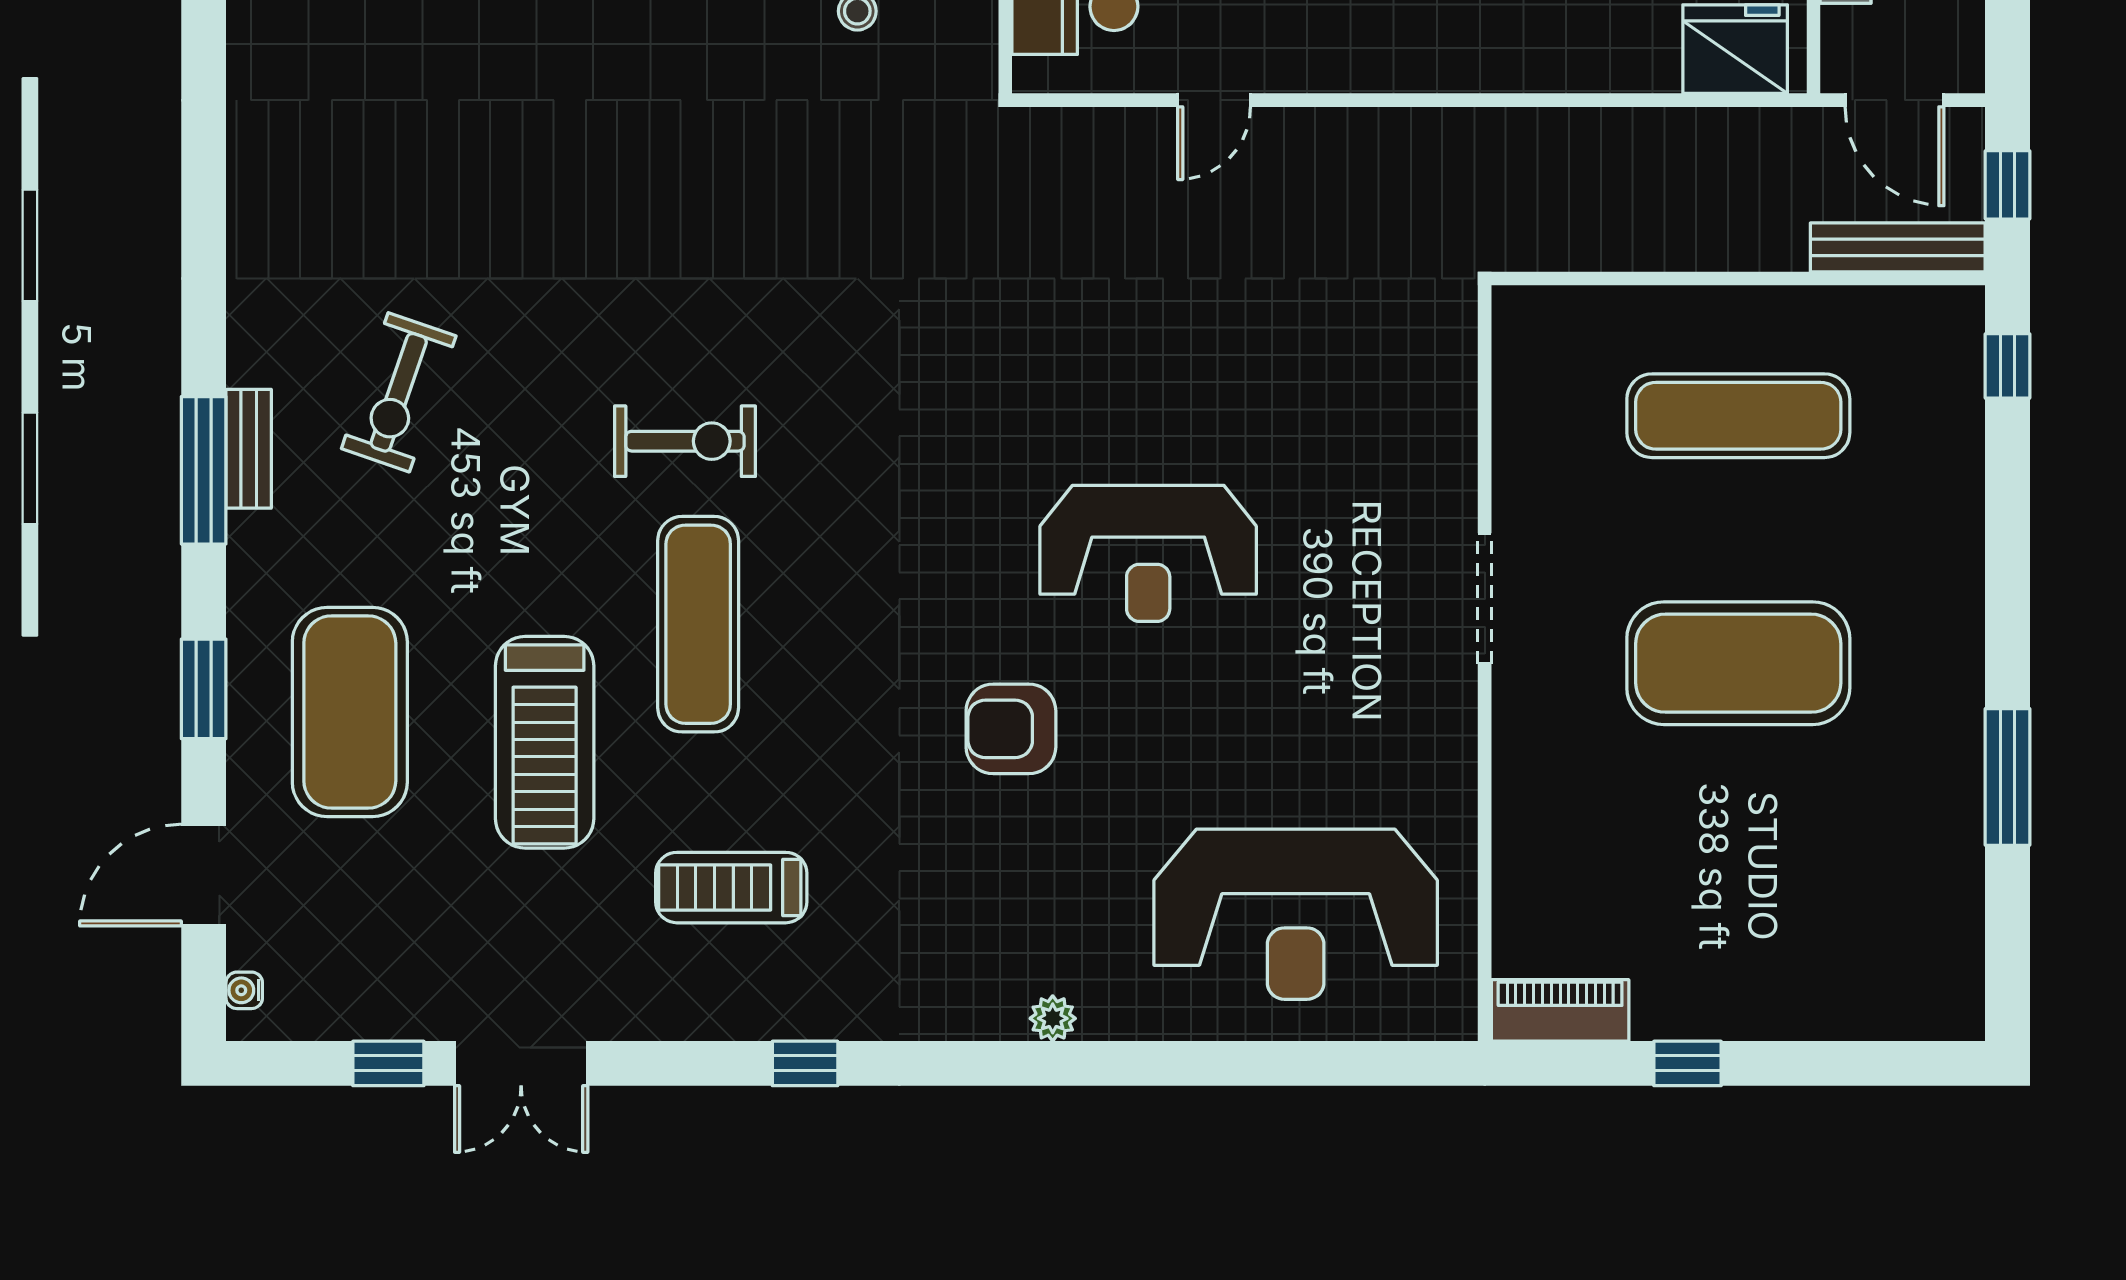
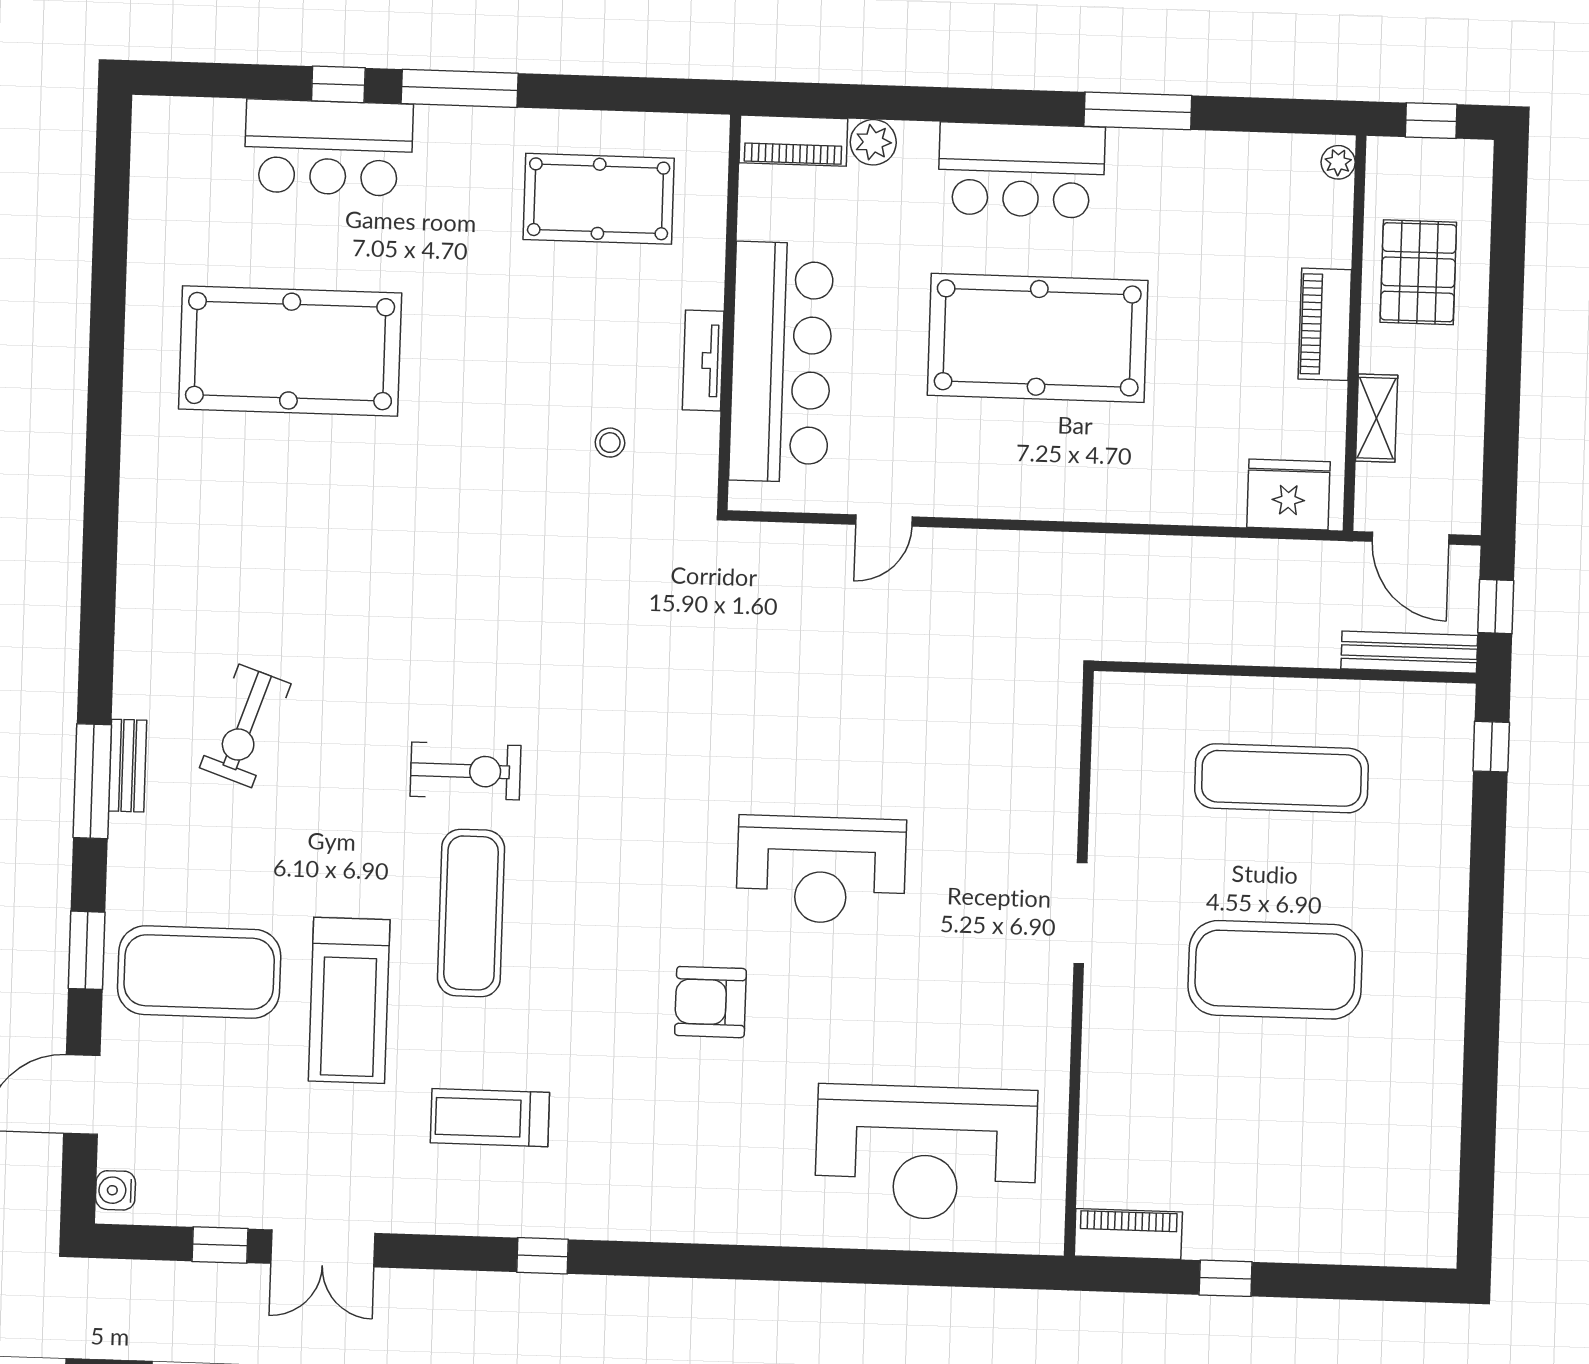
exercise mat: (350, 712) -> (199, 972), turned 90
window: (2008, 777) -> (1481, 1065), removed
water cooler: (244, 990) -> (115, 1190), width x1.38, depth x1.38
plant: (1053, 1018) -> (735, 1227), removed

